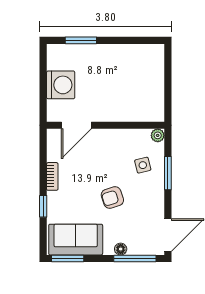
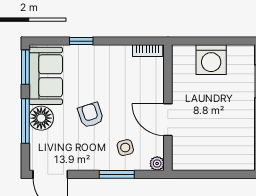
door: (76, 125) -> (168, 120), moved
bookcase: (52, 176) -> (148, 51), moved
floor lamp: (121, 249) -> (41, 118), width x1.89, depth x1.89
window: (135, 259) -> (25, 121), moved

